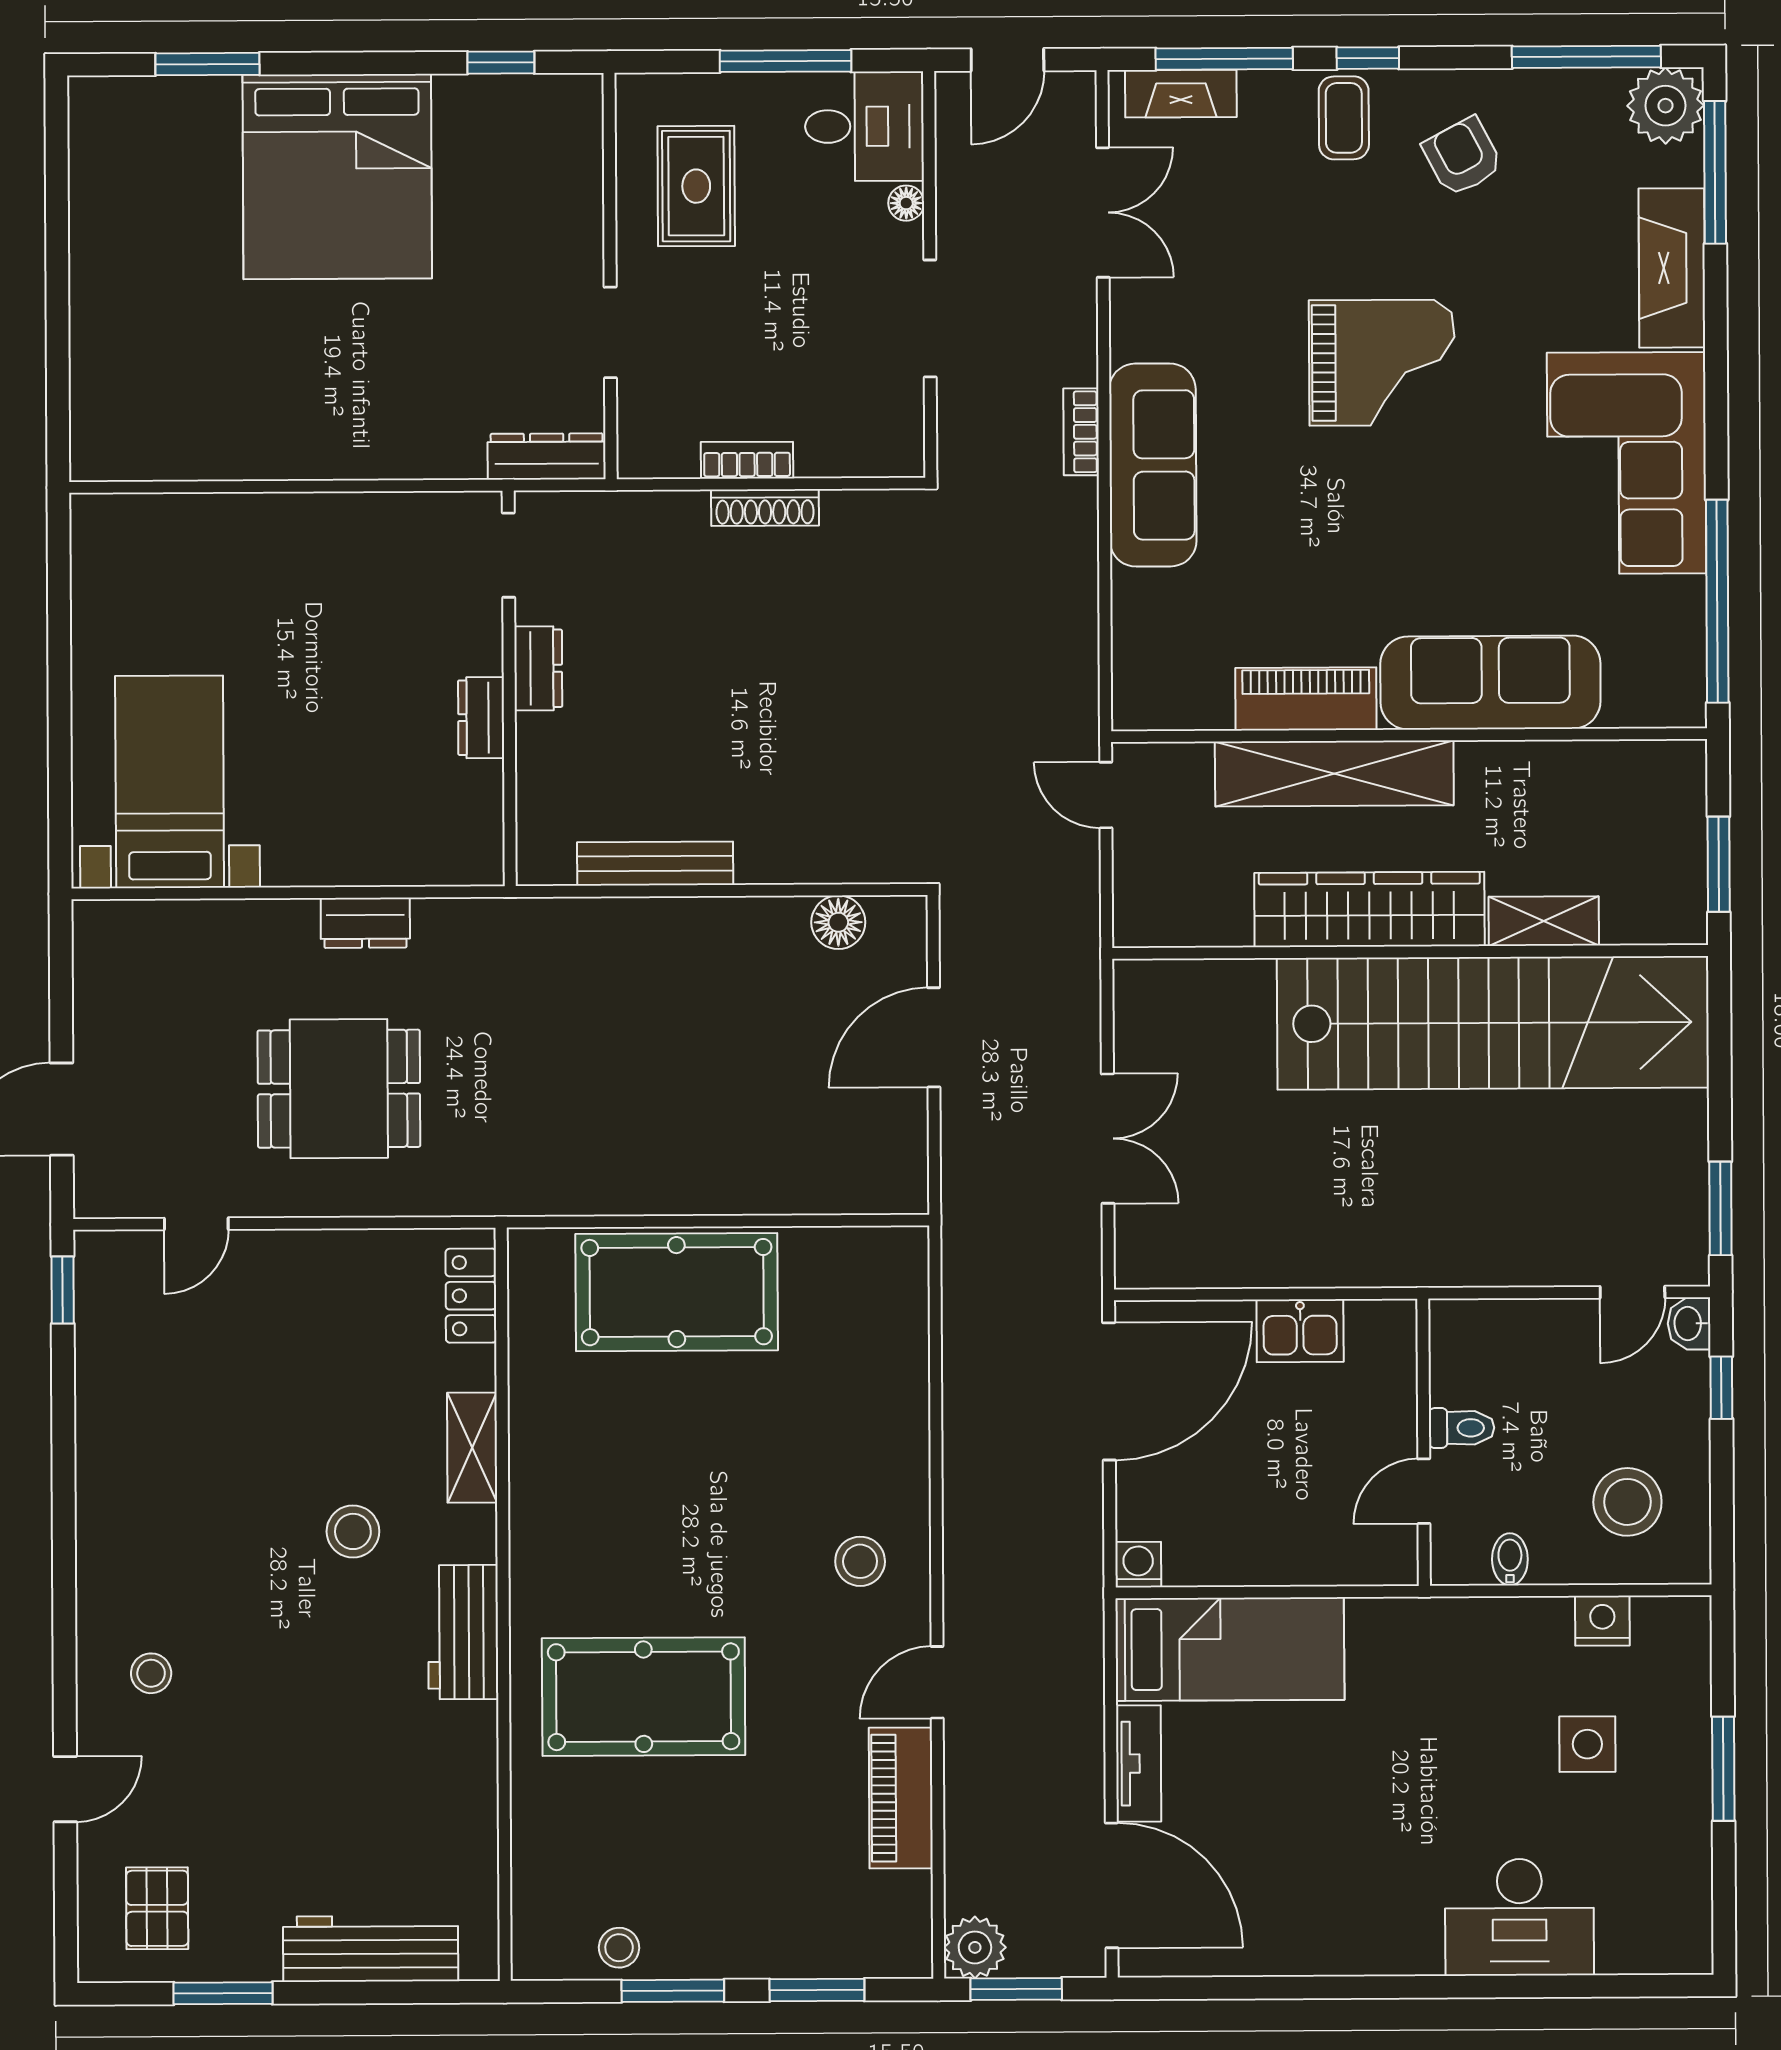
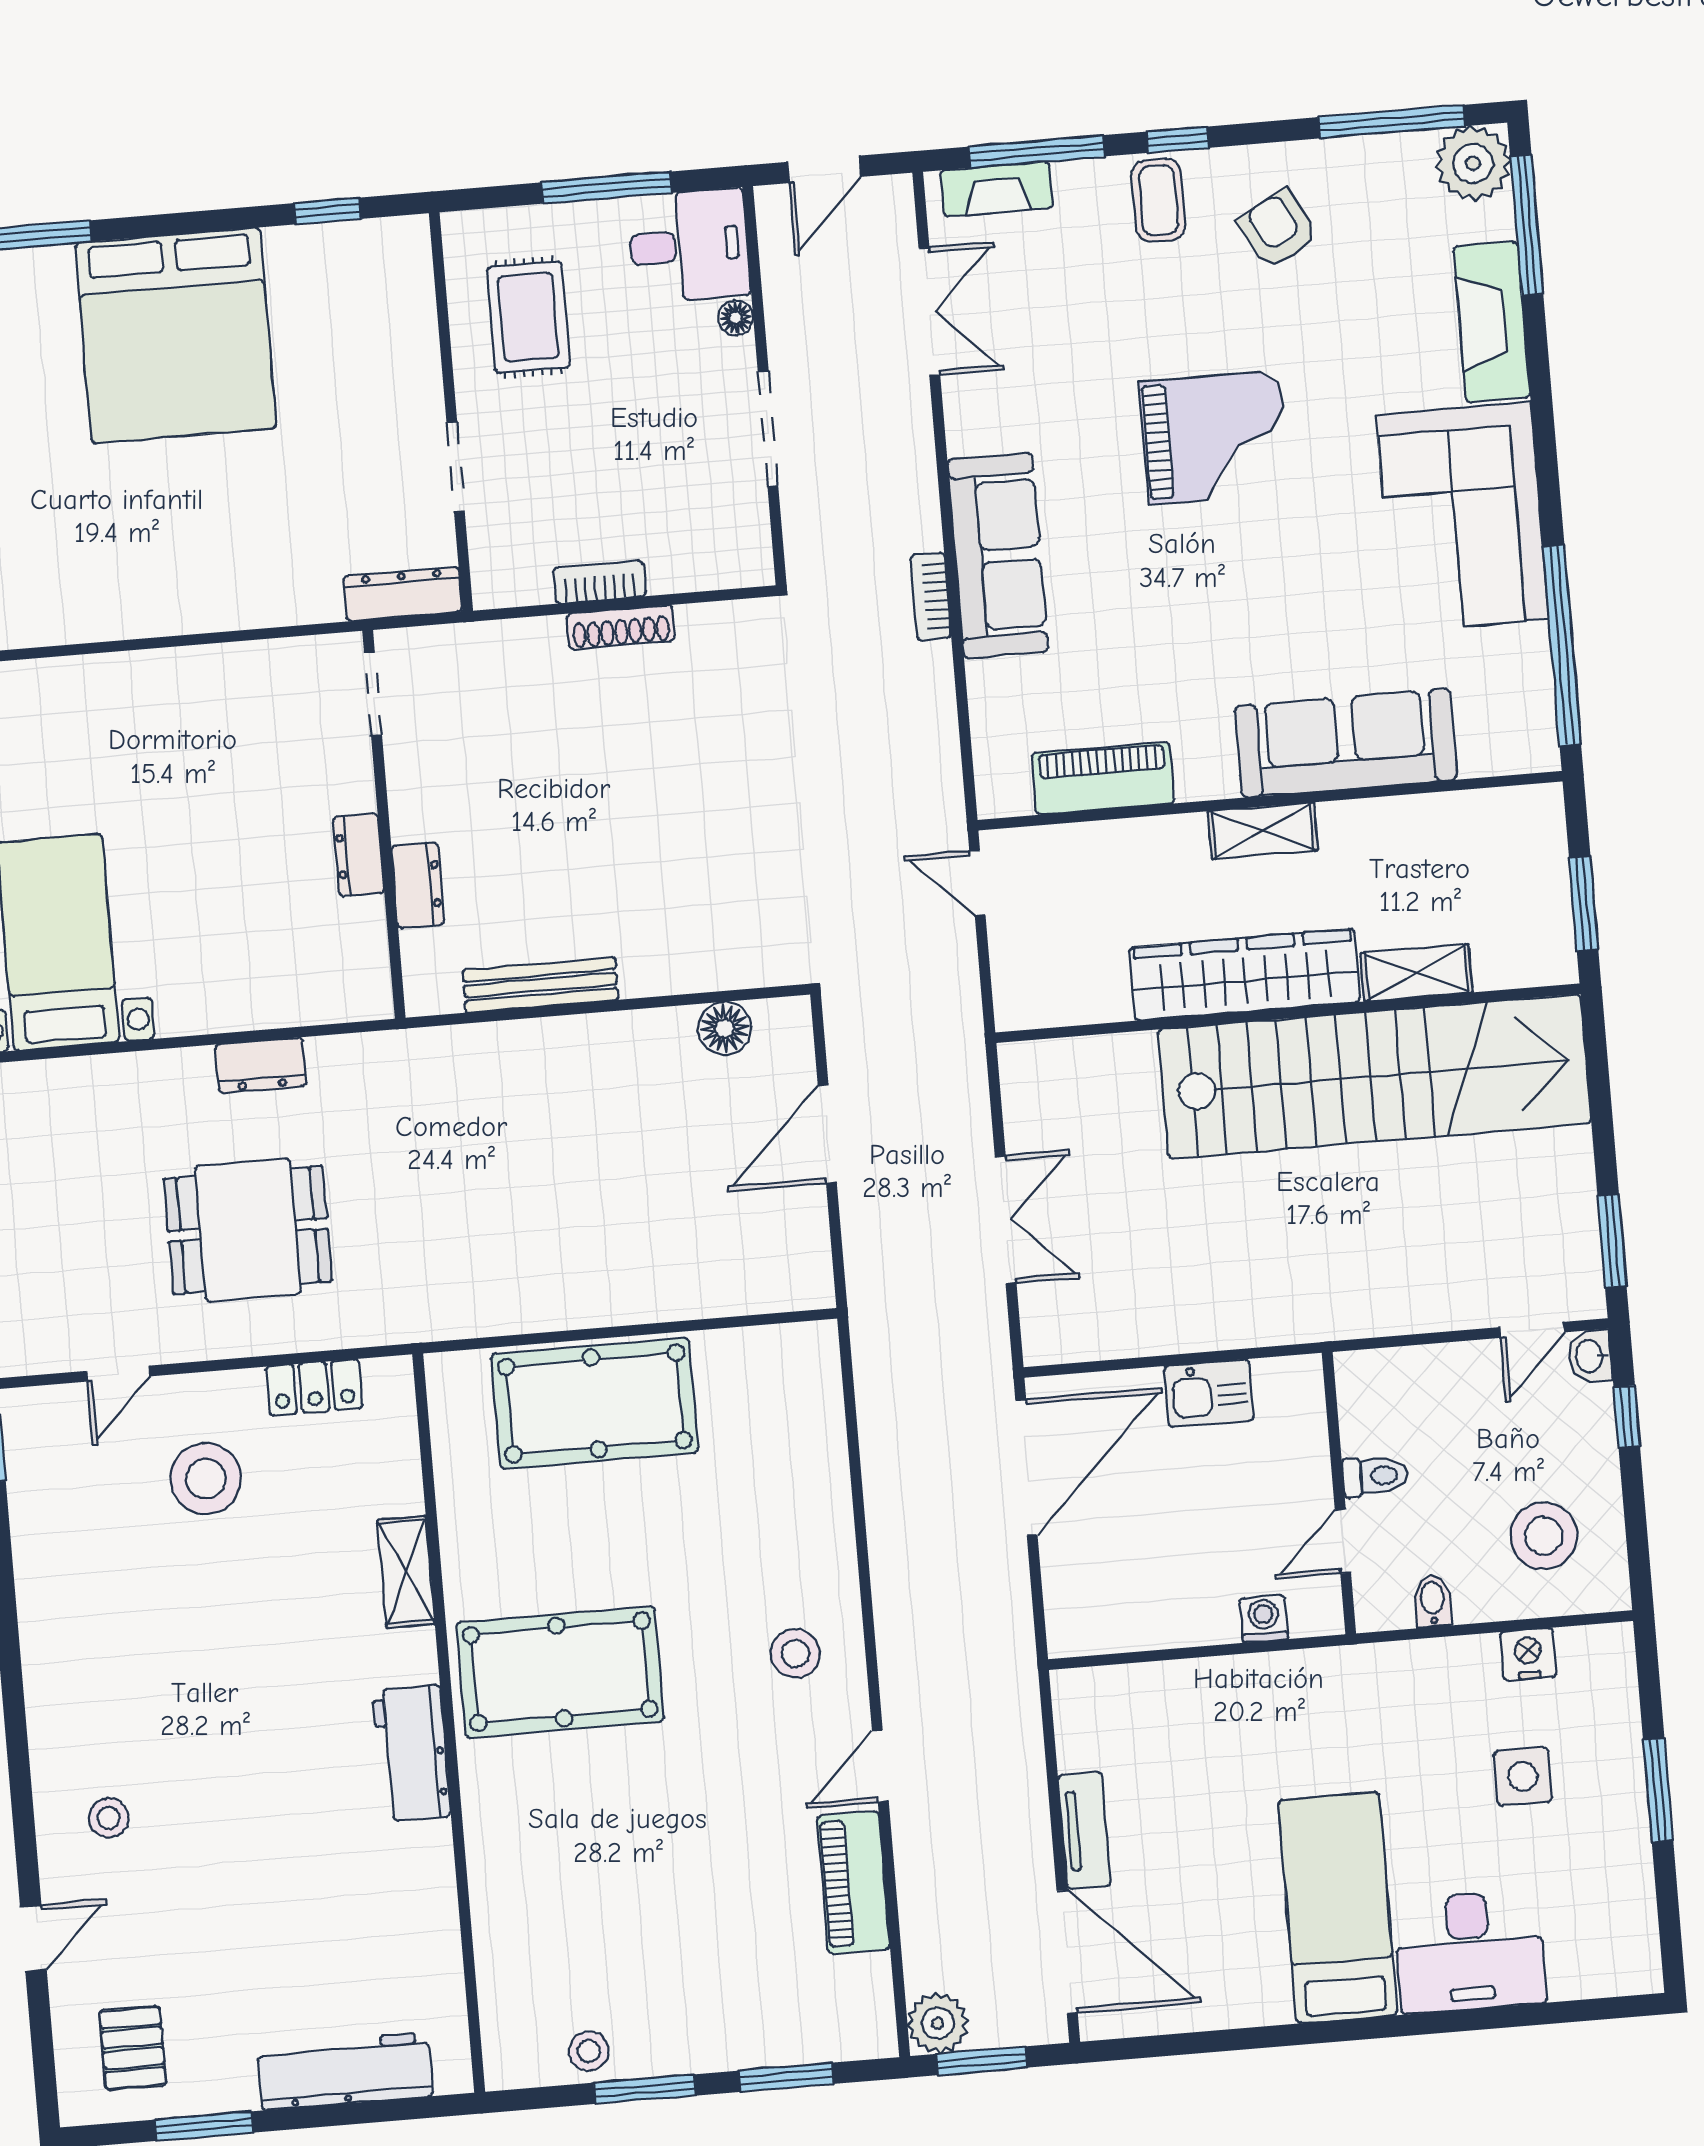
bookcase: (1081, 432) -> (931, 597), moved
dresser: (538, 668) -> (418, 885), moved
piano: (1306, 699) -> (1103, 778), moved
shelving: (1334, 773) -> (1263, 831), width x0.45, depth x0.75
locker: (471, 1296) -> (314, 1387), moved, turned -90
stool: (353, 1531) -> (206, 1479), moved, width x1.38, depth x1.38
washing machine: (1138, 1565) -> (1264, 1619), moved
bed: (1230, 1649) -> (1338, 1908), moved, turned -90
pool table: (644, 1697) -> (560, 1672), moved

